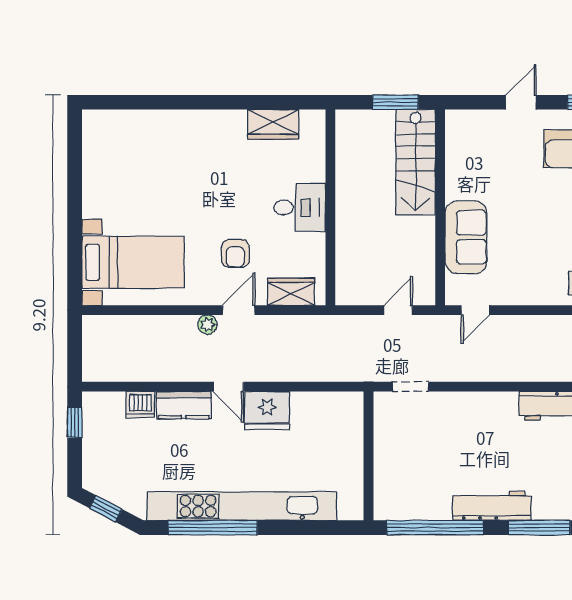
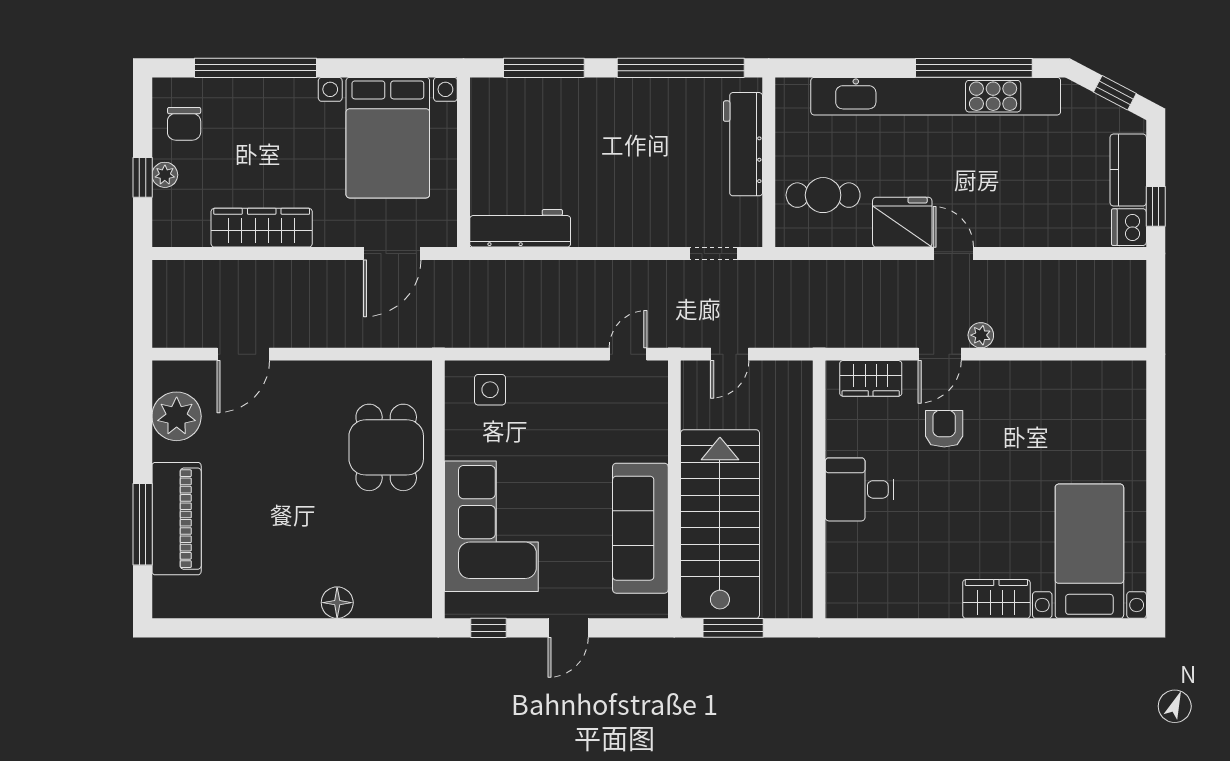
wardrobe: (273, 124) -> (996, 599), moved
stairs: (416, 162) -> (720, 524), width x1.36, depth x1.51
sofa: (466, 237) -> (640, 528), moved, width x1.36
bed with nightstands: (133, 262) -> (1089, 551), moved, turned 90
dishwasher: (140, 405) -> (1129, 227), moved, turned -90
kitchen counter: (184, 405) -> (1128, 170), moved, turned -90
cafe table: (327, 431) -> (823, 195), added
workbench: (492, 506) -> (743, 144), moved, turned 90

